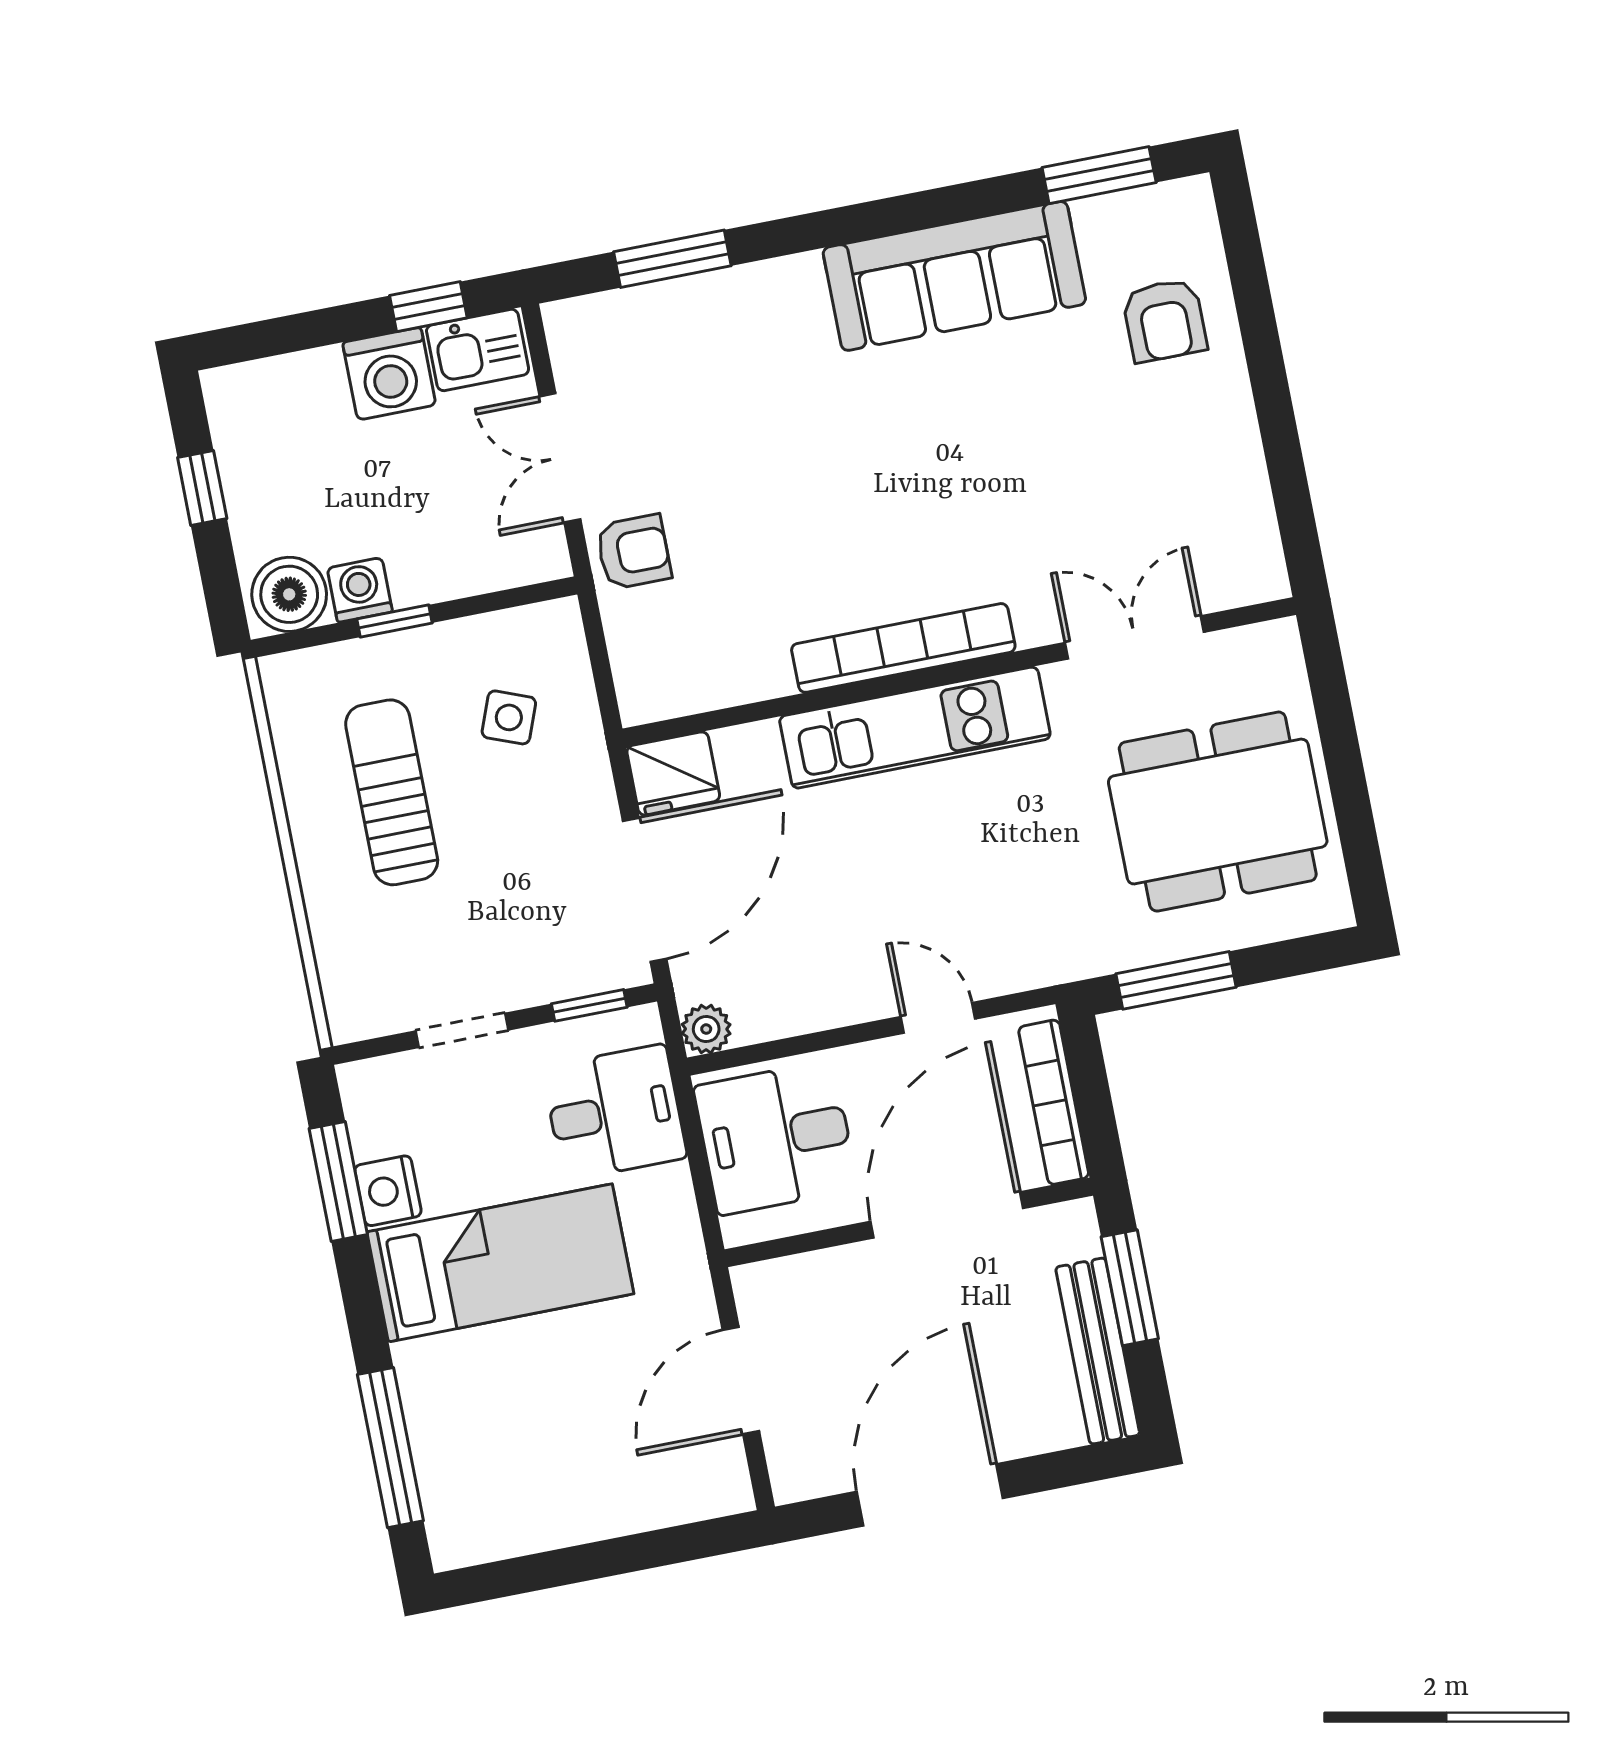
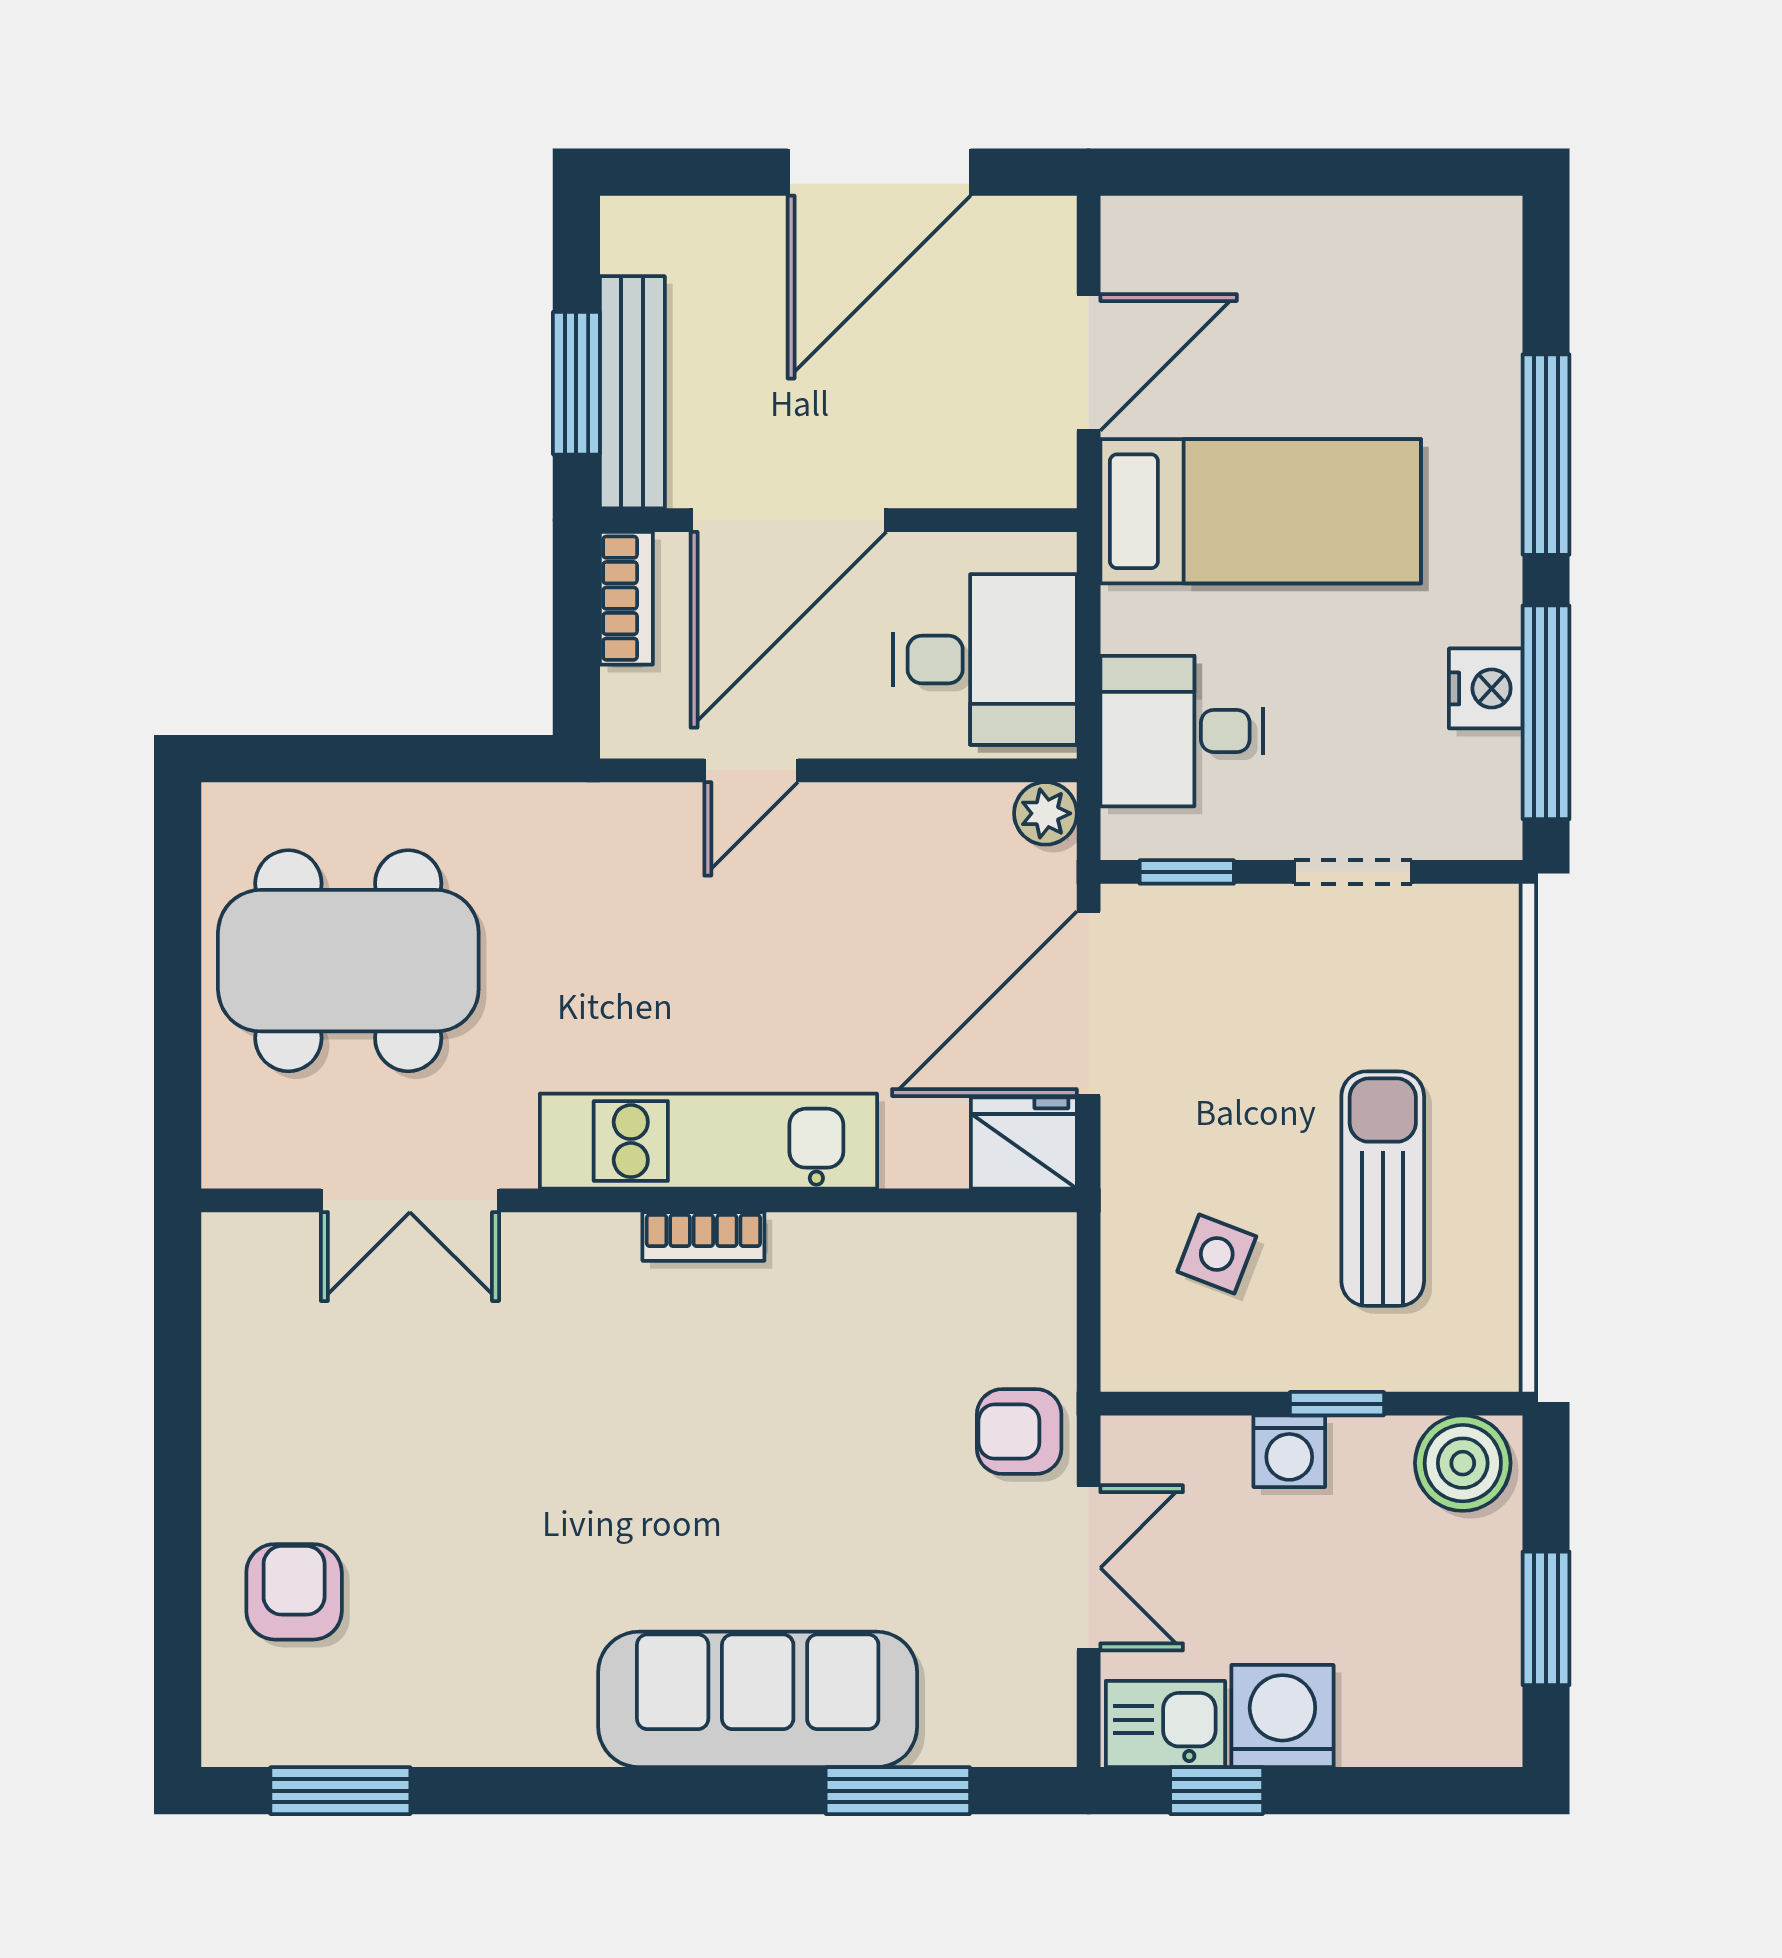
sofa: (954, 276) -> (758, 1699), moved
window: (202, 488) -> (1546, 1618), width x1.50
washing machine: (360, 590) -> (1289, 1451), moved
bookcase: (903, 648) -> (703, 1236), width x0.43, depth x0.76
sun lounger: (392, 792) -> (1383, 1189), turned 180
window: (1176, 980) -> (442, 759), removed
door: (938, 1018) -> (751, 770), hinge flipped
bookcase: (1054, 1102) -> (626, 598), width x0.64
window: (338, 1182) -> (1546, 712), width x1.44
bed: (500, 1263) -> (1261, 511), moved, turned 180
bench: (1098, 1351) -> (632, 392), moved
window: (390, 1448) -> (1546, 455), moved

